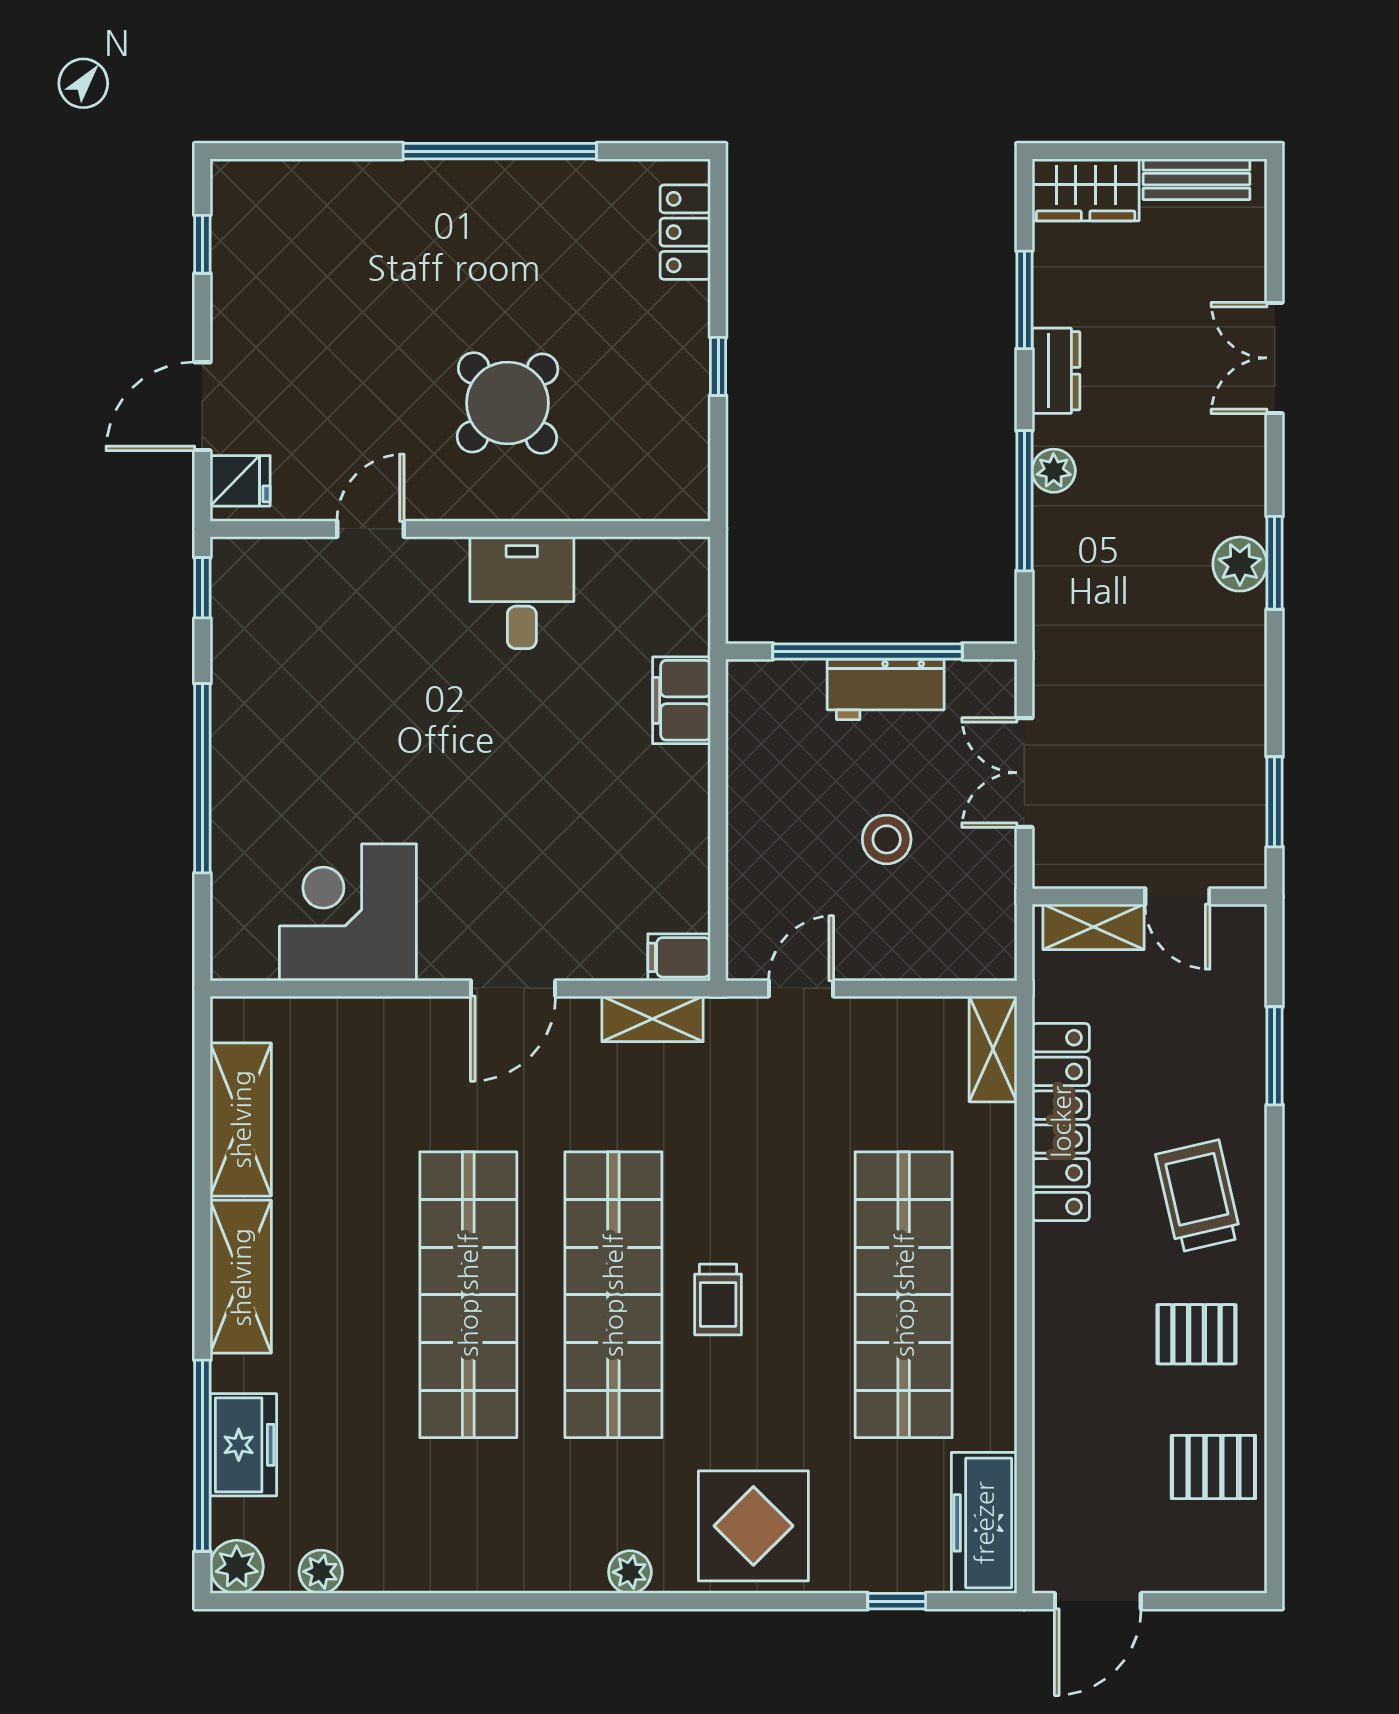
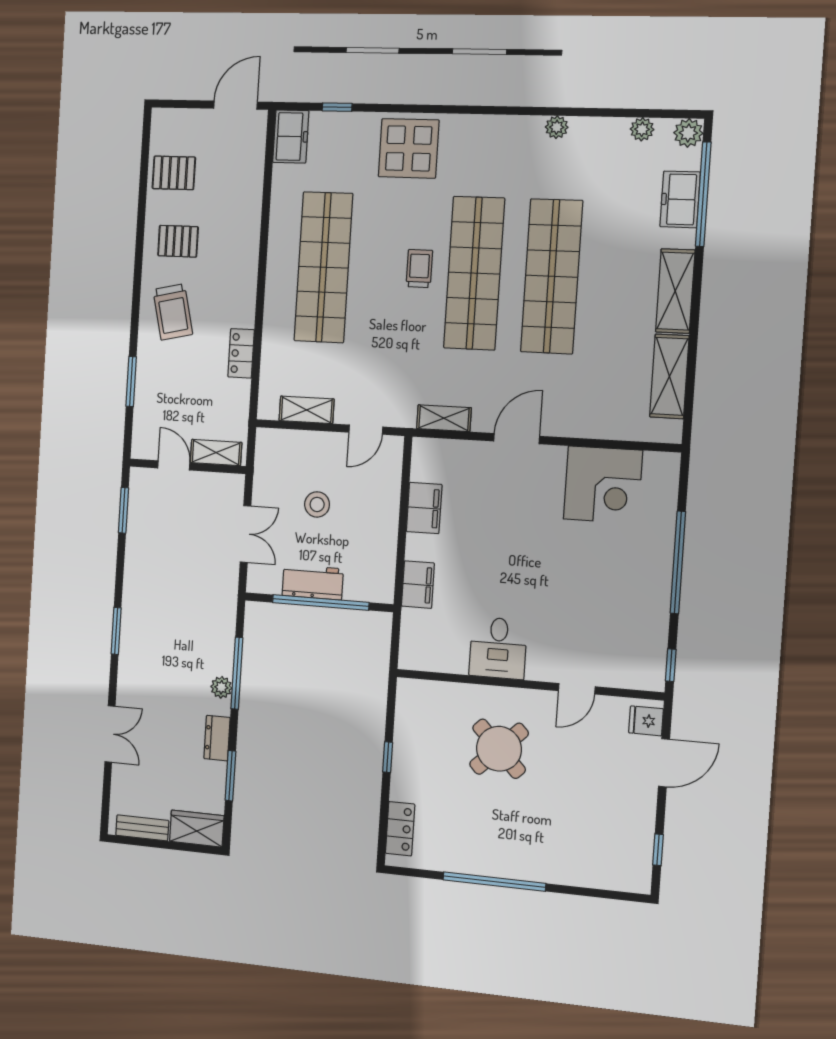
plant: (1240, 564) -> (133, 632), removed
filing cabinet: (679, 957) -> (424, 508), moved, width x2.00
shelving: (993, 1049) -> (307, 410), moved, turned 90
locker: (1061, 1122) -> (241, 353), width x0.46, depth x0.83
freezer: (984, 1523) -> (291, 137), width x0.71
plant: (630, 1572) -> (557, 127), moved

